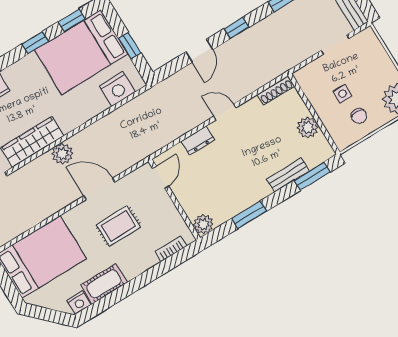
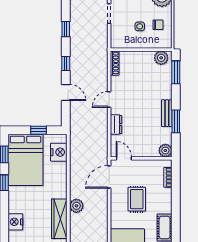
plant: (308, 128) -> (161, 58), moved
bench: (288, 175) -> (167, 113), moved
door: (99, 189) -> (109, 177), moved

